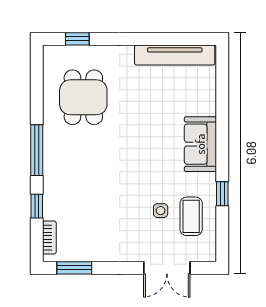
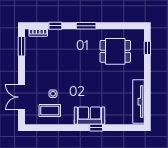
window: (37, 150) -> (86, 26), width x0.69
window: (222, 194) -> (96, 128), moved

